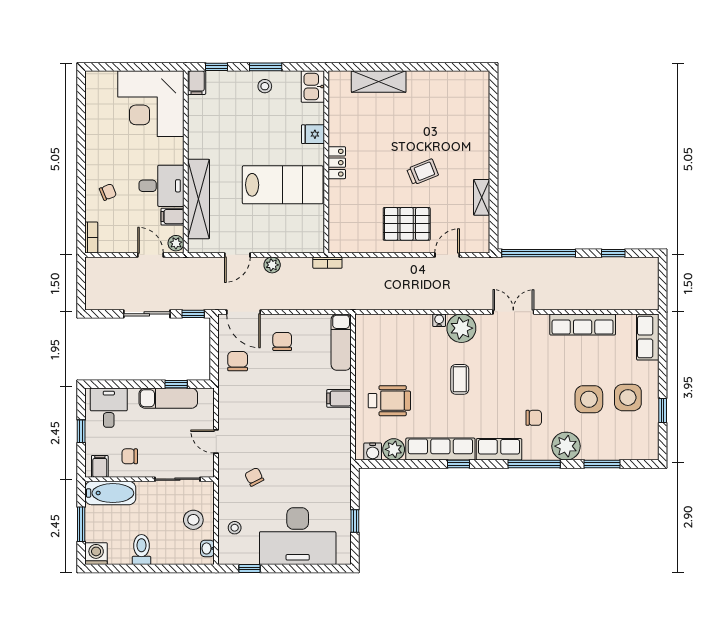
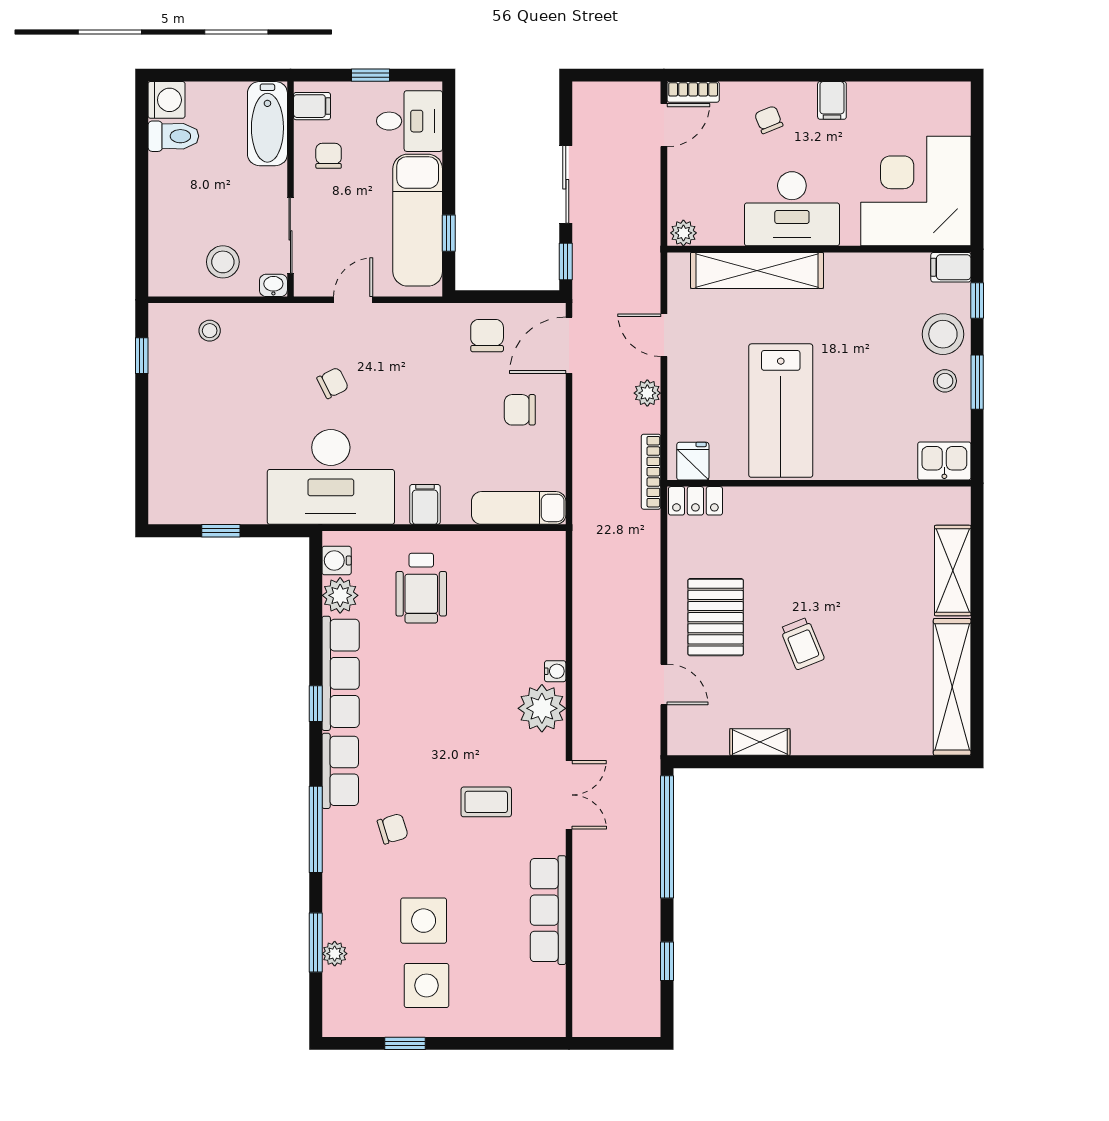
shelving: (449, 82) -> (952, 687), added
stool: (237, 87) -> (943, 334), added
fridge: (313, 134) -> (693, 461), moved
locker: (337, 163) -> (695, 501), moved
desk: (161, 186) -> (792, 209), width x1.37
chair: (108, 192) -> (769, 120), turned 180
filing cabinet: (172, 217) -> (832, 100), moved, turned 180
door: (151, 255) -> (664, 125), moved
bookcase: (327, 263) -> (651, 472), width x1.56
row of seats: (648, 337) -> (527, 1019), removed
chair: (282, 341) -> (520, 410), turned 180
chair: (238, 361) -> (487, 336), turned -90
coffee table: (460, 379) -> (486, 802), moved
exam couch: (168, 398) -> (418, 220), width x1.36, depth x1.45
chair: (534, 418) -> (393, 829), turned -107
plant: (566, 446) -> (335, 954), moved, width x0.53, depth x0.53
chair: (254, 477) -> (333, 383), moved
window: (81, 524) -> (216, 75), removed
desk: (298, 536) -> (331, 477), moved, turned -90
washbasin: (207, 548) -> (273, 285), moved
toilet: (141, 550) -> (173, 136), moved

